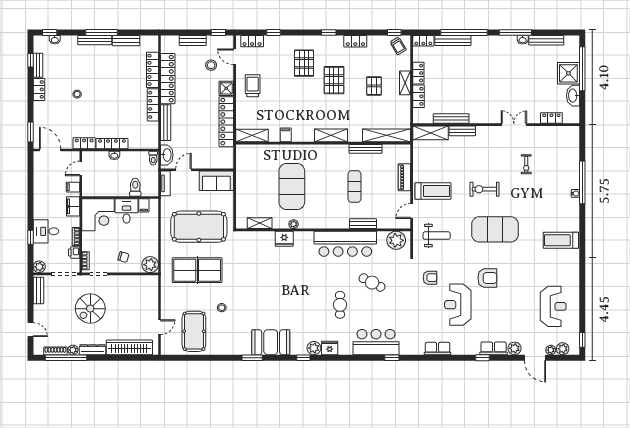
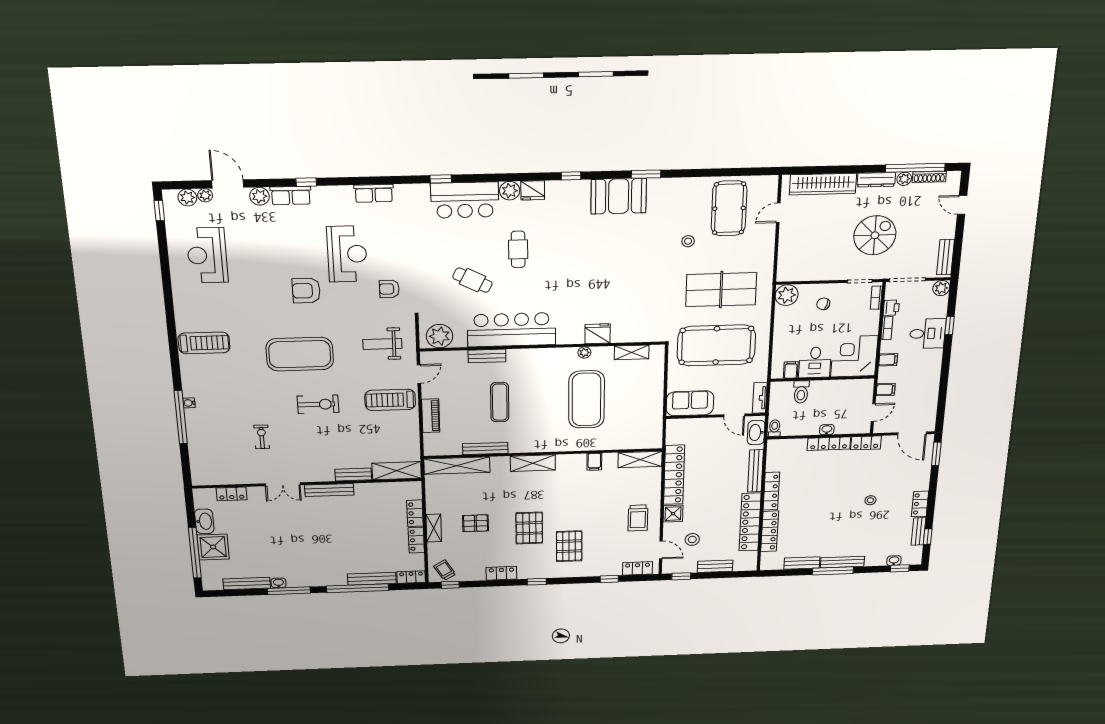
pallet: (374, 86) -> (476, 523), turned 90
bench: (451, 118) -> (329, 490), moved
door: (184, 170) -> (734, 415), hinge flipped
filing cabinet: (73, 206) -> (888, 360), width x0.50
plant: (314, 348) -> (510, 191), moved

